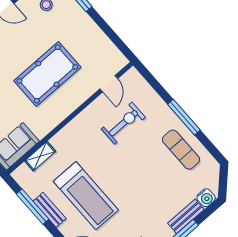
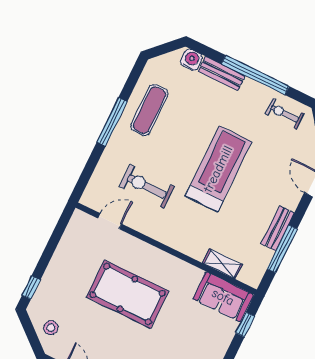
treadmill: (86, 196) -> (218, 169), moved

